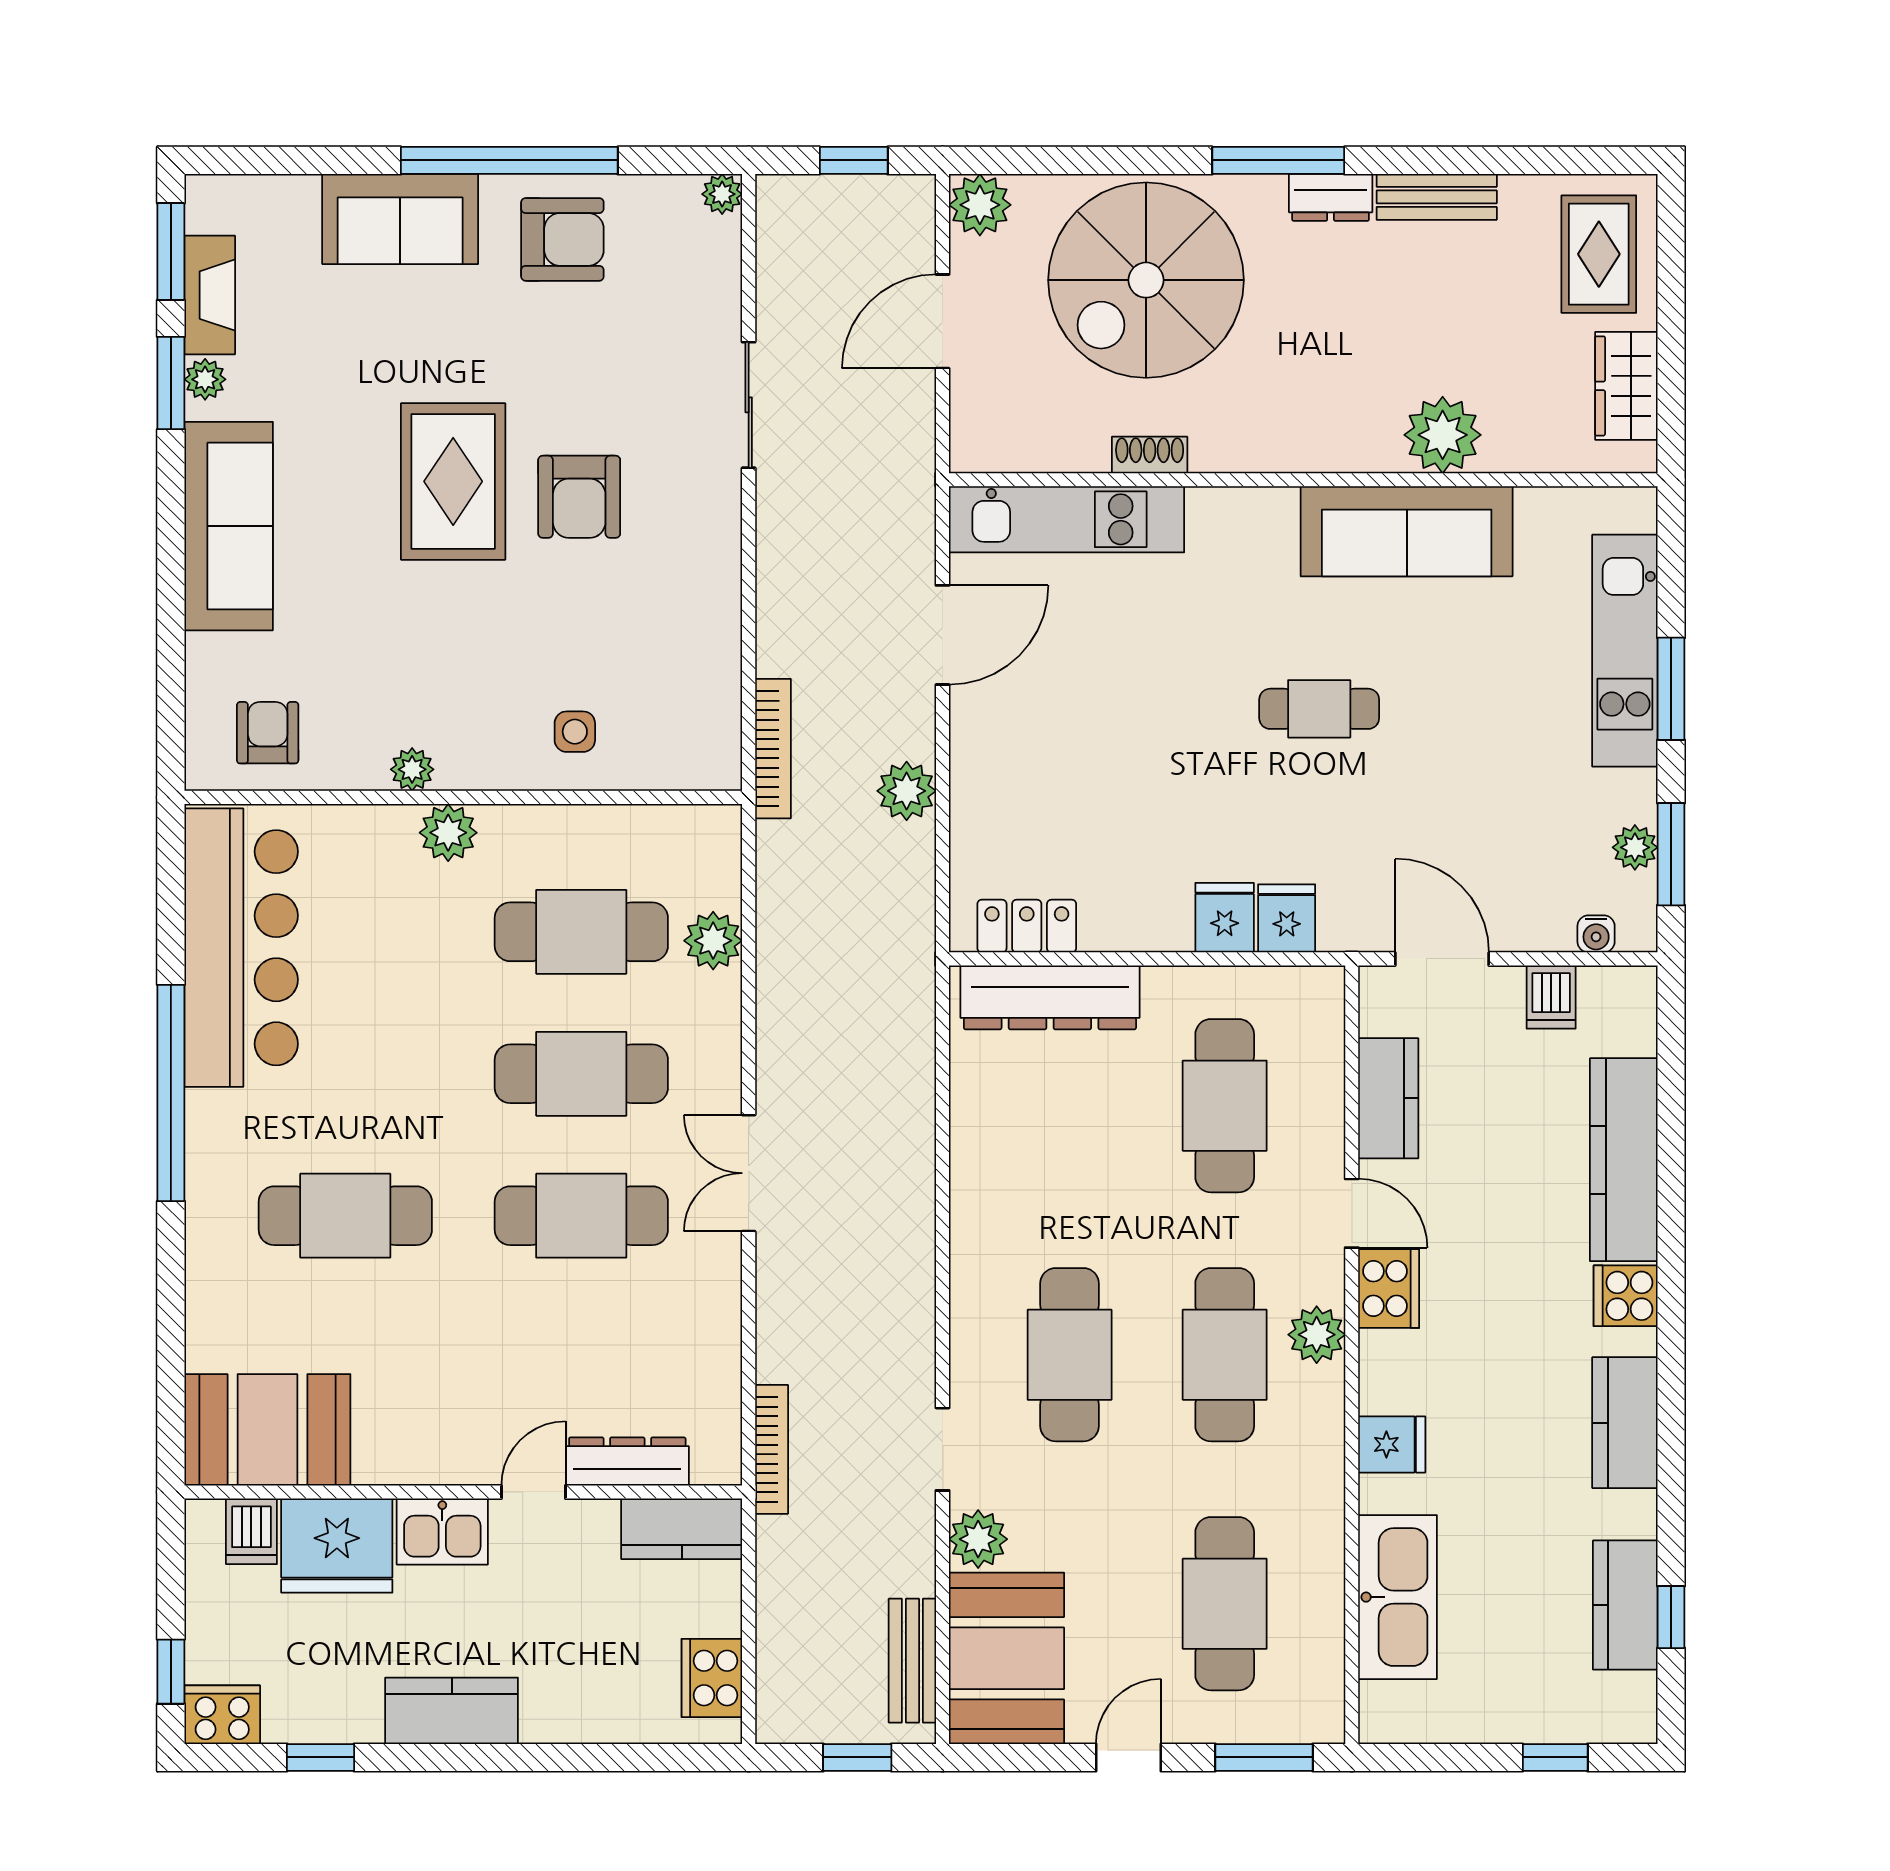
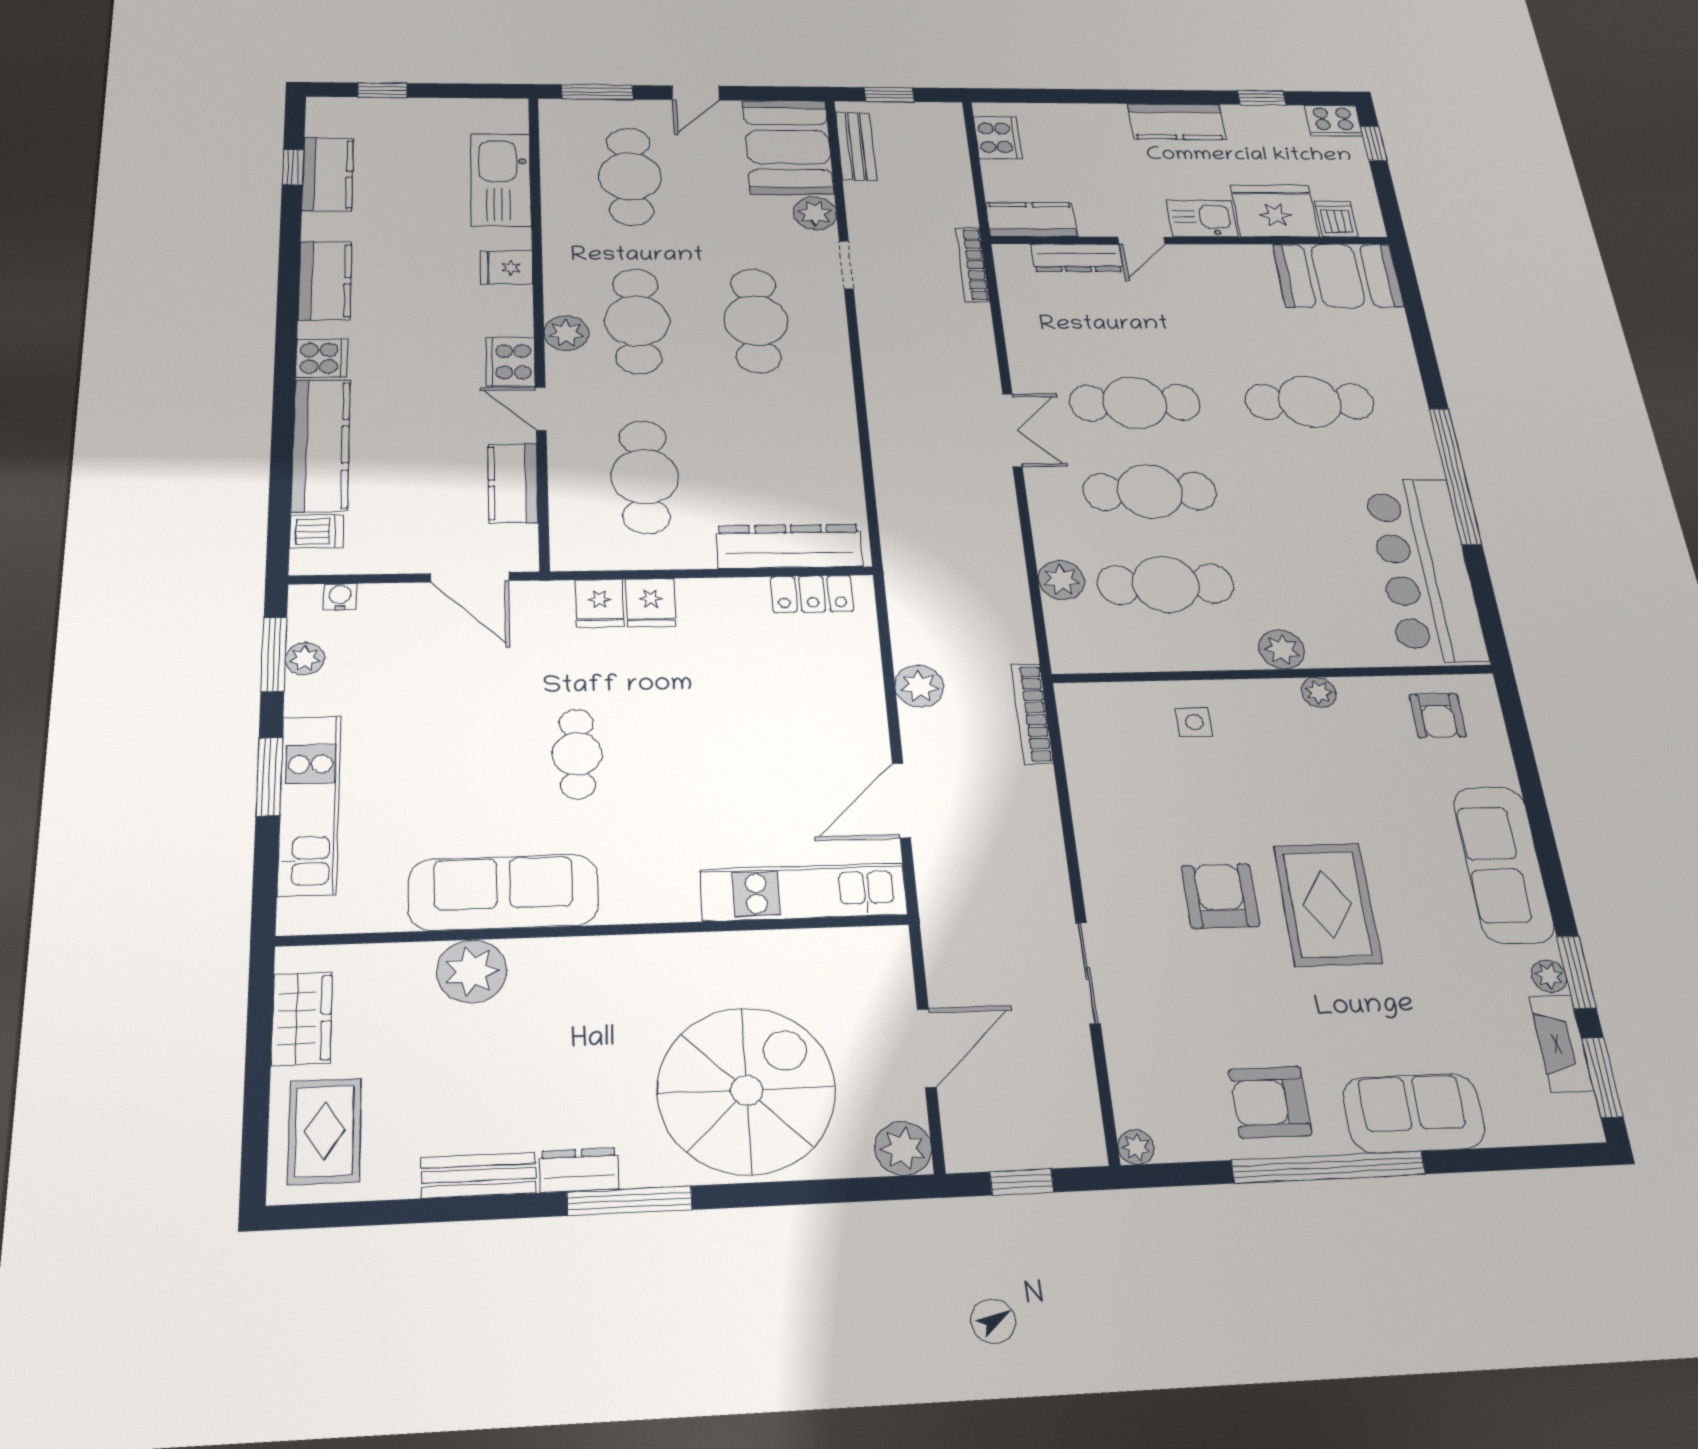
shoe rack: (1150, 455) -> (734, 946), removed
cafe table: (1319, 709) -> (577, 754), turned 90
dishwasher: (1551, 997) -> (317, 531), moved, turned 90

